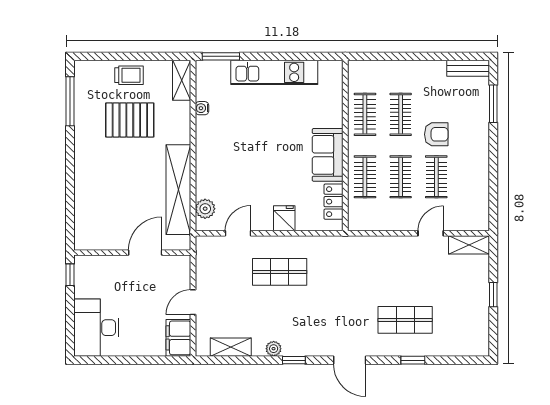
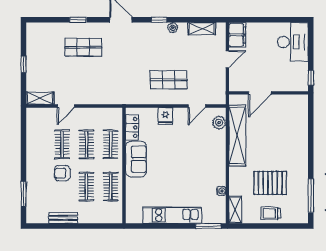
bench: (468, 68) -> (63, 218), moved

